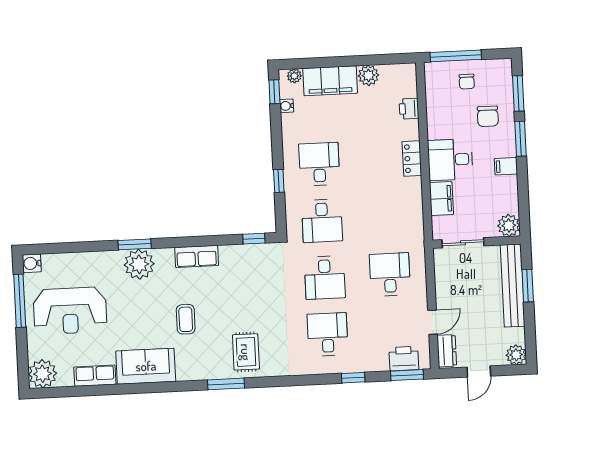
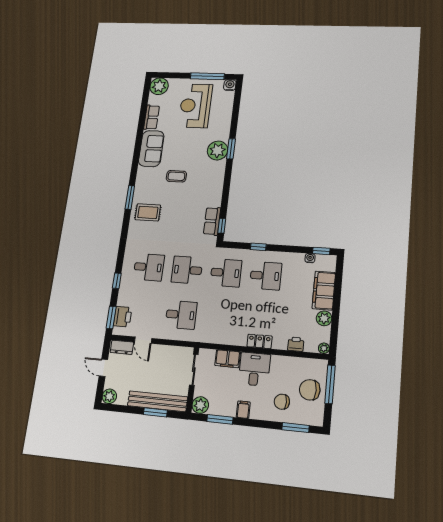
plant: (294, 76) -> (324, 348), moved
chair: (467, 82) -> (310, 390), width x1.87, depth x1.87
window: (520, 139) -> (220, 419), moved
desk: (322, 221) -> (226, 273), turned 180
row of seats: (197, 256) -> (212, 221), moved

